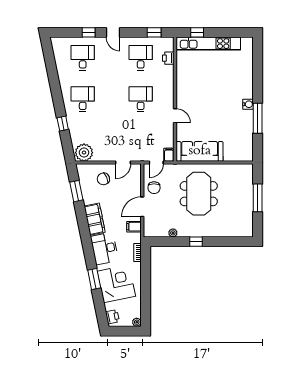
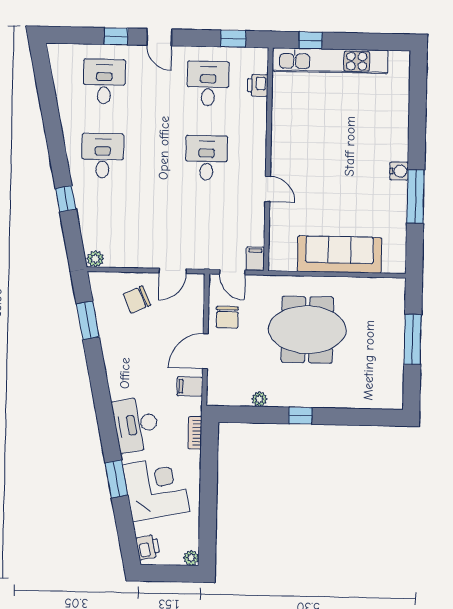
sofa: (200, 151) -> (340, 255), moved
plant: (84, 153) -> (95, 259), width x0.53, depth x0.53
door: (156, 162) -> (232, 272), hinge flipped
meeting table: (199, 194) -> (307, 330), turned 90
filing cabinet: (95, 219) -> (119, 371), removed

